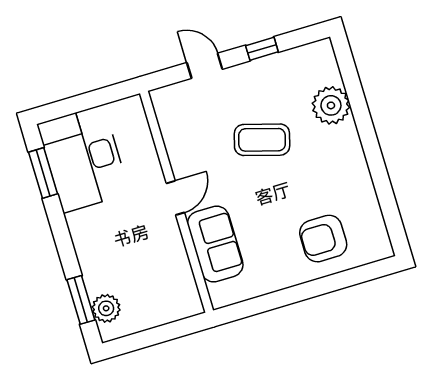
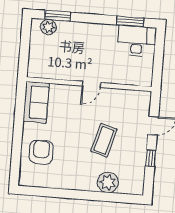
desk: (83, 159) -> (137, 41), width x0.73, depth x0.77
door: (175, 198) -> (91, 84), hinge flipped
sofa: (215, 244) -> (36, 102), moved, turned -90

